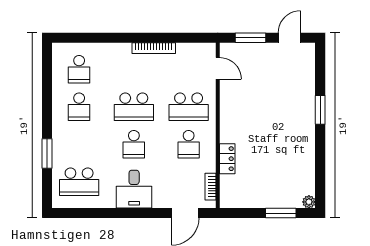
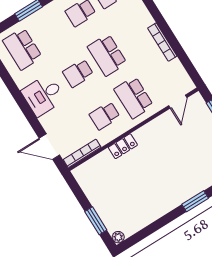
locker: (227, 159) -> (123, 146), moved
bookcase: (210, 187) -> (82, 153), width x1.56

